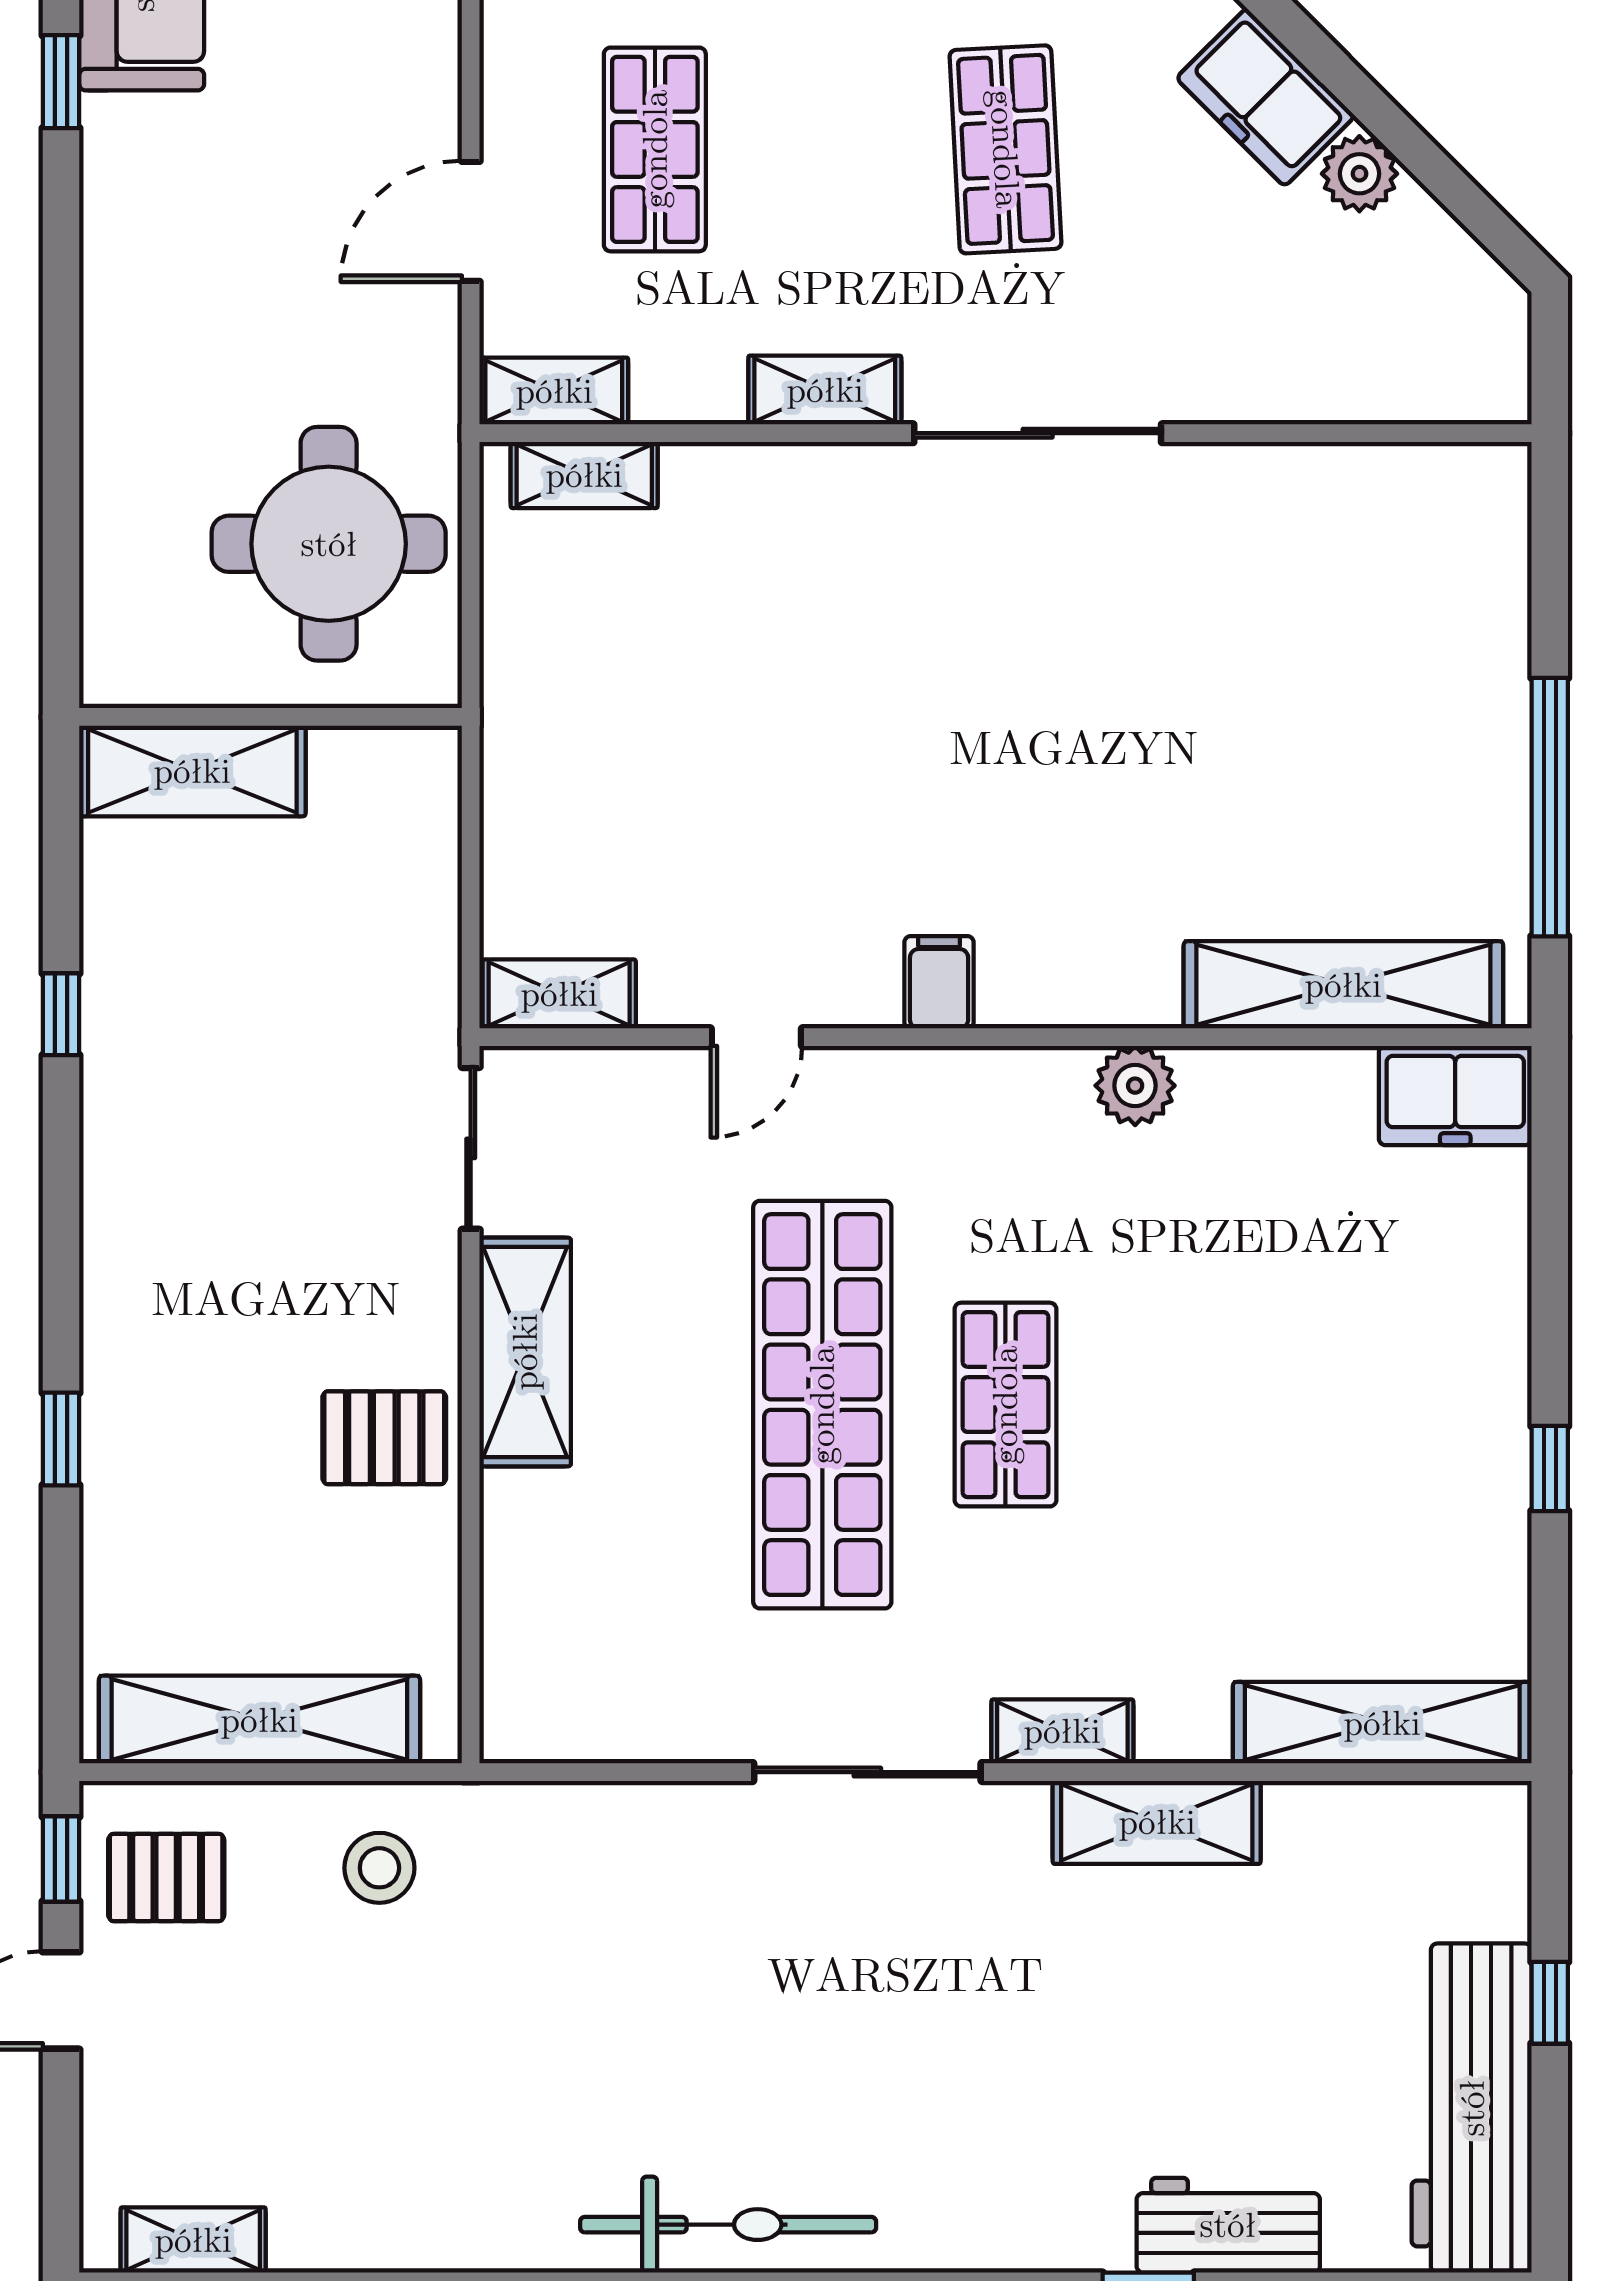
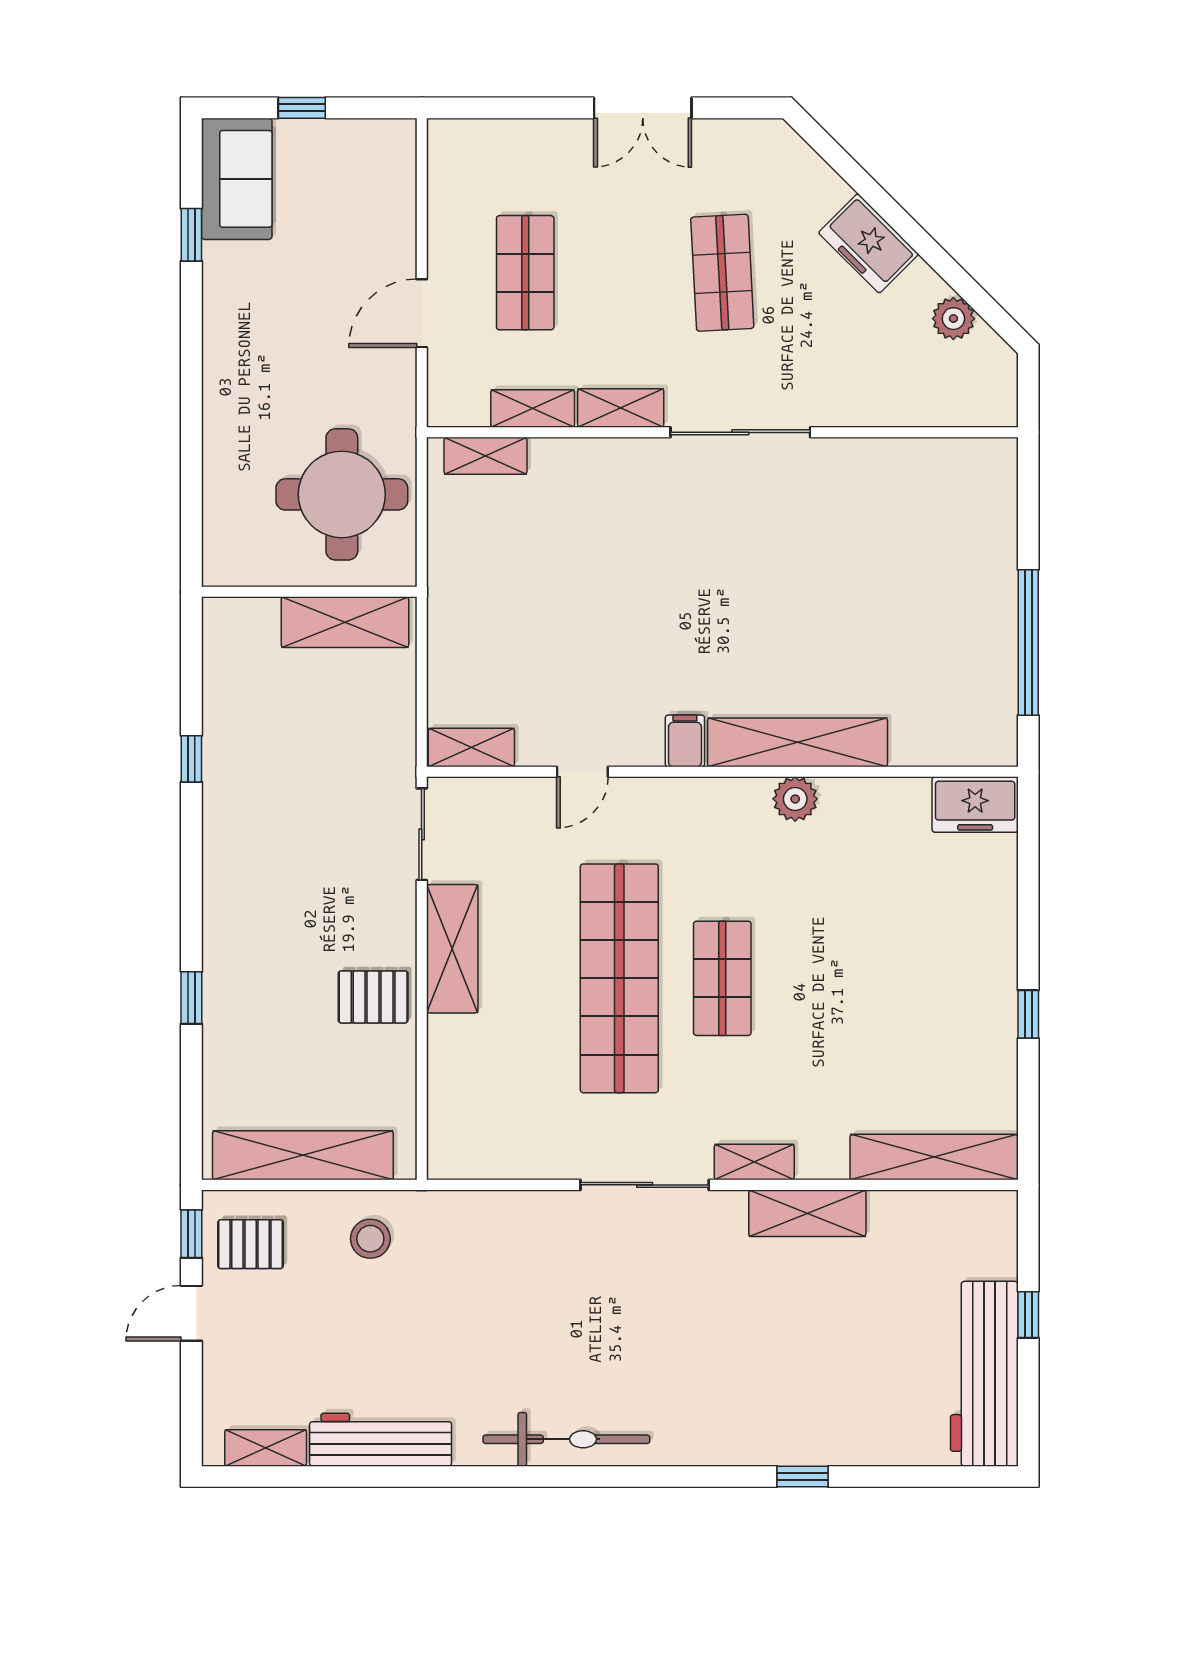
plant: (1359, 174) -> (953, 319), moved
shelving: (554, 391) -> (533, 409), moved
shelving: (192, 771) -> (345, 622), moved
shelving: (1343, 985) -> (798, 742), moved
workbench: (1228, 2225) -> (381, 1440), moved, width x1.38

